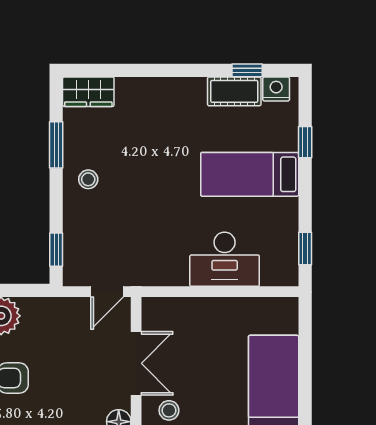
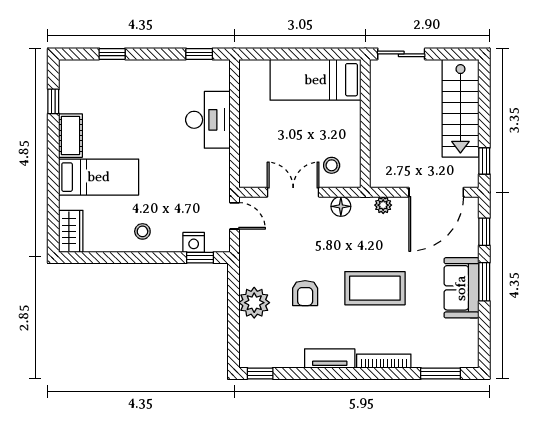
nightstand: (276, 89) -> (194, 242), moved, turned -90
cot: (234, 91) -> (70, 136), moved
window: (56, 145) -> (114, 258), removed
bed: (250, 174) -> (99, 177), moved, turned -90

